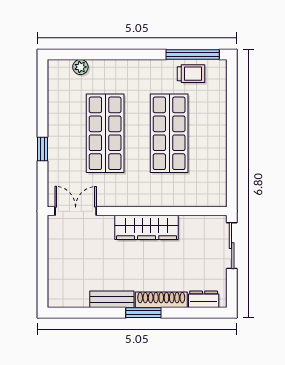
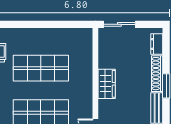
wardrobe: (147, 227) -> (107, 84), width x0.67

